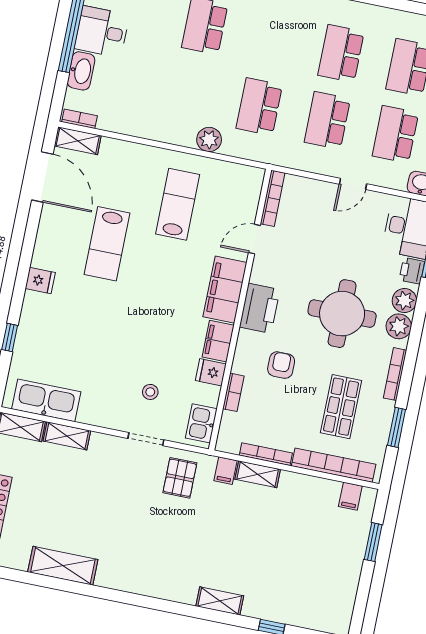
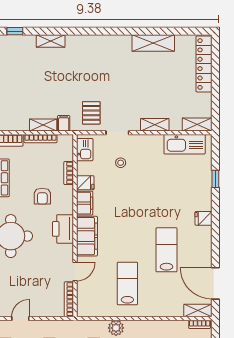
lab bench: (178, 204) -> (127, 283), turned 180
shelving: (67, 436) -> (155, 125), moved

